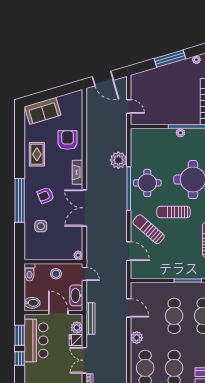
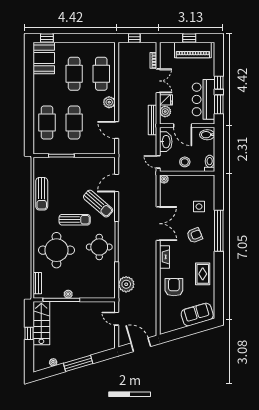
armchair: (68, 140) -> (174, 287), turned 180
plant: (118, 160) -> (126, 284), moved
door: (129, 251) -> (117, 183), hinge flipped

